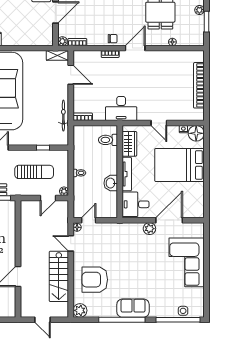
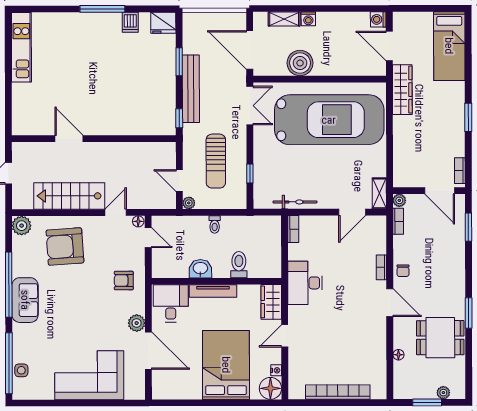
toilet: (108, 140) -> (239, 265), moved
wardrobe: (129, 144) -> (271, 302), moved, turned 90
armchair: (119, 238) -> (124, 281), added
armchair: (95, 280) -> (65, 246), turned -94

